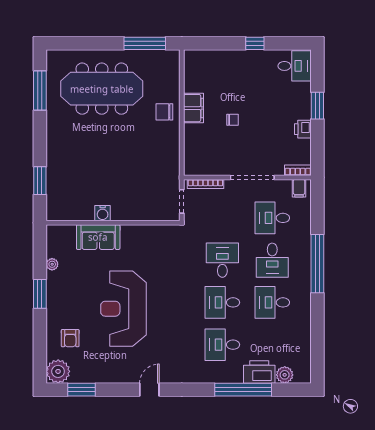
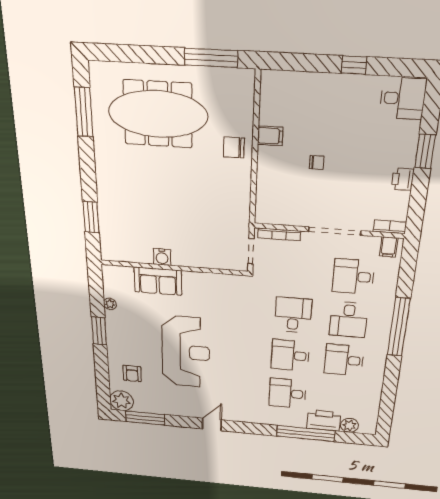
filing cabinet: (194, 108) -> (270, 136), width x0.50
reception desk: (123, 309) -> (186, 352), turned 180
window: (81, 390) -> (145, 418), width x1.44

